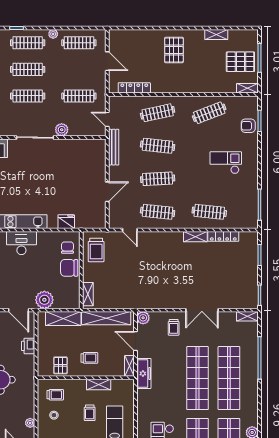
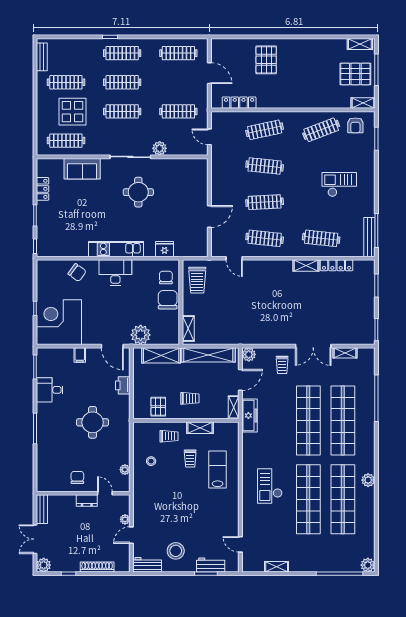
plant: (53, 34) -> (150, 43), removed
shelving: (216, 34) -> (360, 44), moved
pallet: (174, 50) -> (266, 60), moved
armchair: (248, 126) -> (355, 125), moved, turned -90
bench: (114, 147) -> (369, 237), moved
round table: (42, 170) -> (138, 192), added
chair: (69, 268) -> (168, 300), turned 90
shelving: (247, 316) -> (345, 353), moved
door: (135, 341) -> (240, 380), swing flipped
trolley: (55, 395) -> (169, 436), moved

